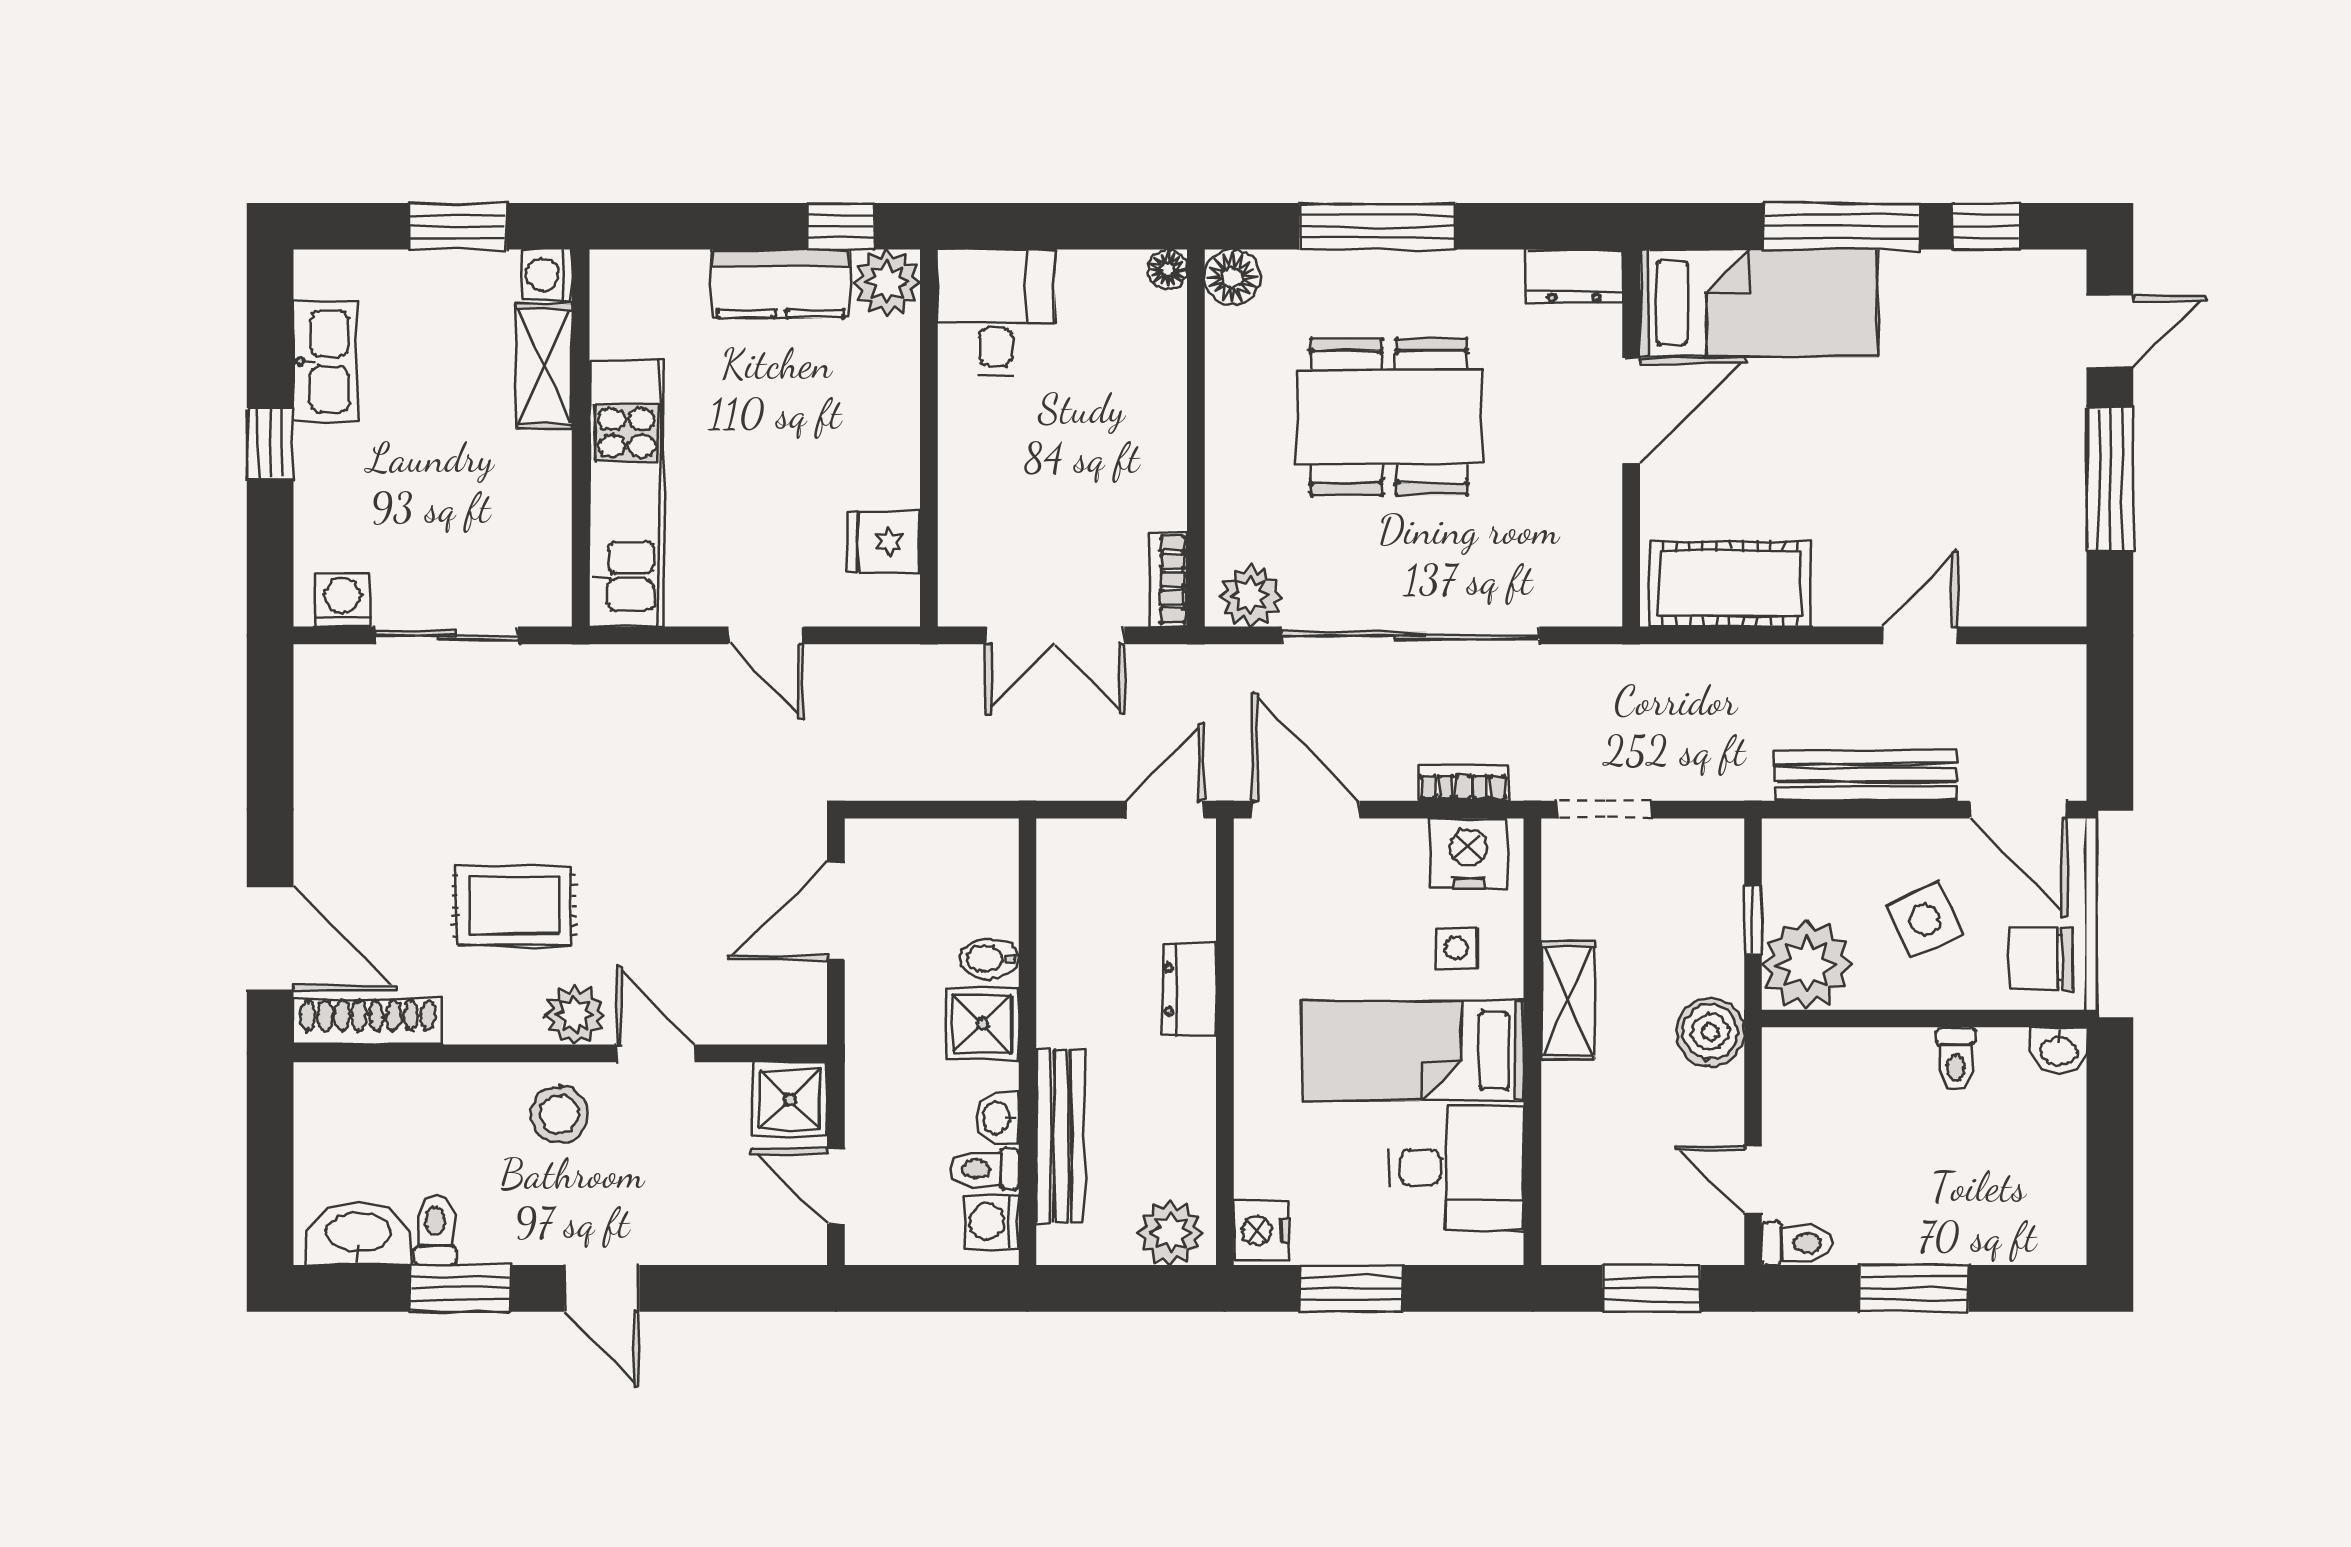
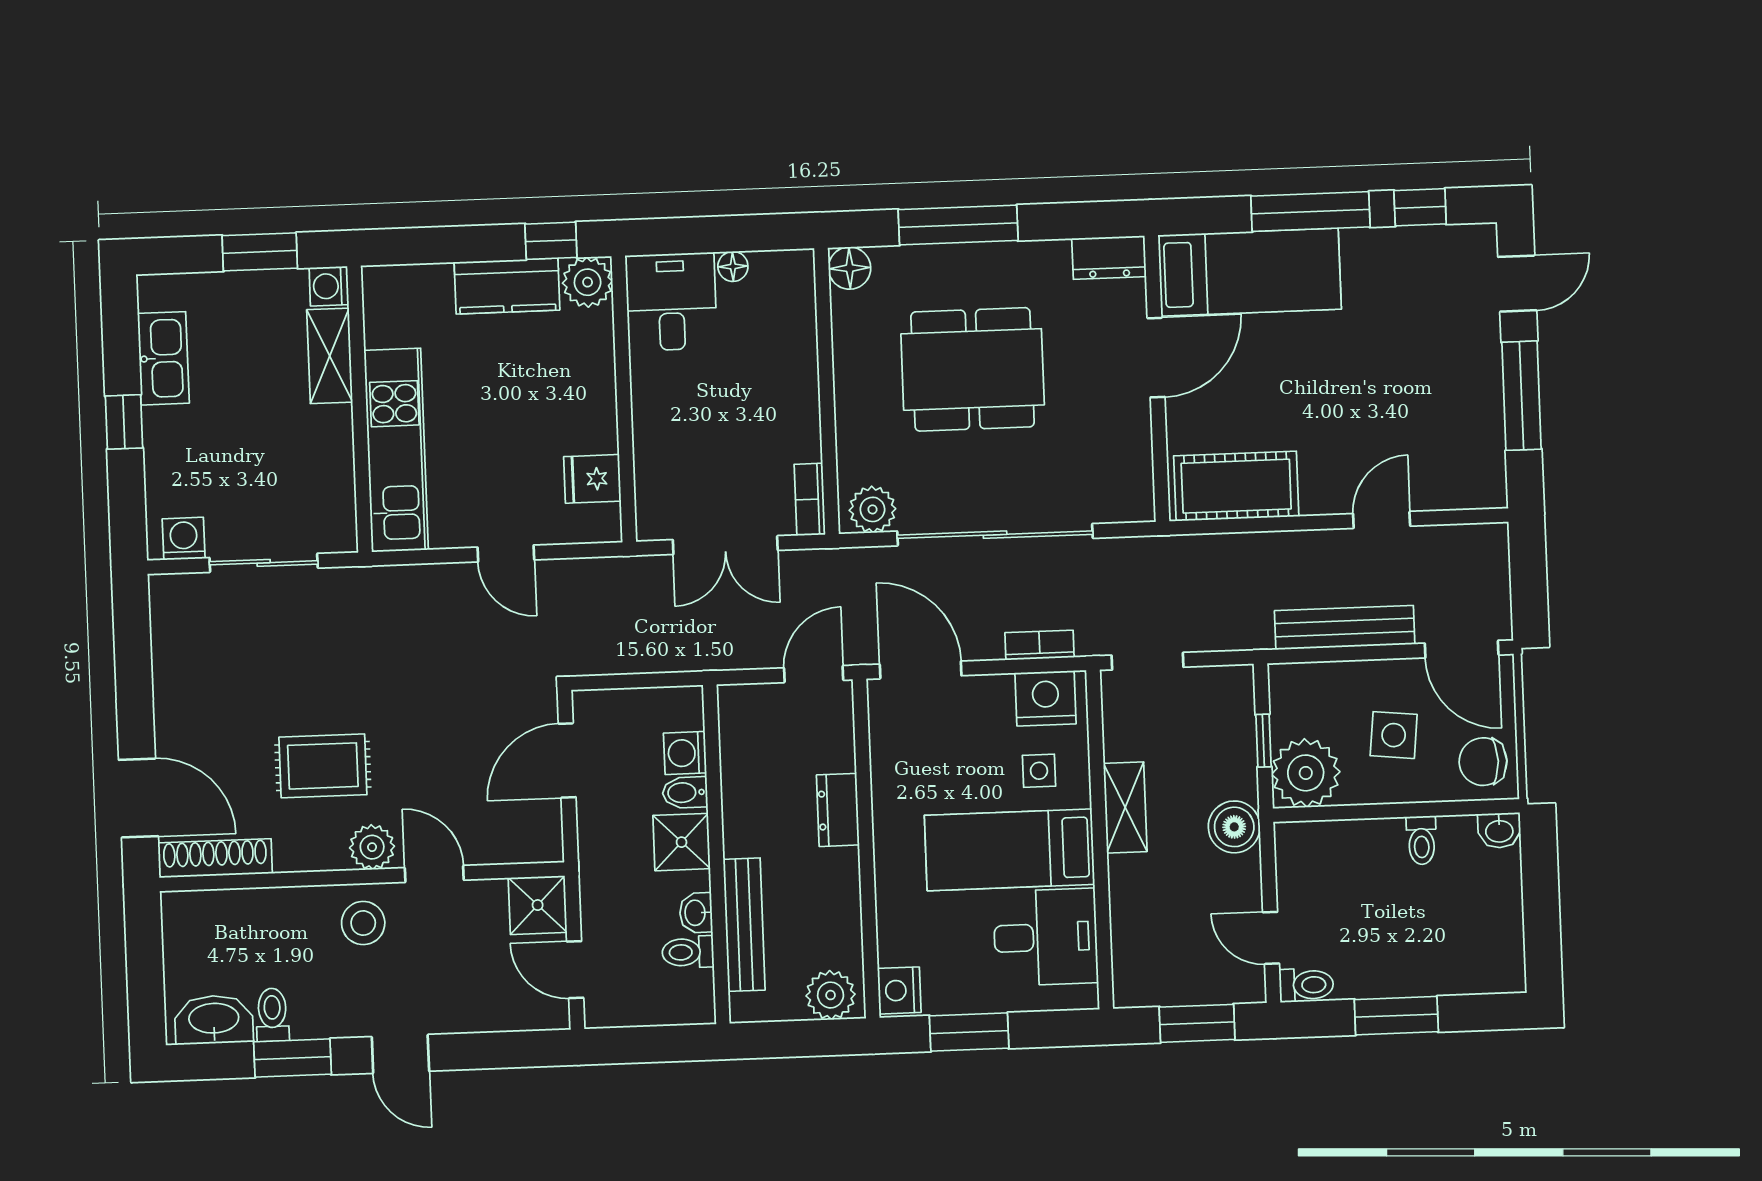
floor lamp: (1167, 269) -> (733, 266), moved
side table: (1925, 919) -> (1394, 735), turned 31
washing machine: (991, 1222) -> (685, 753), moved

